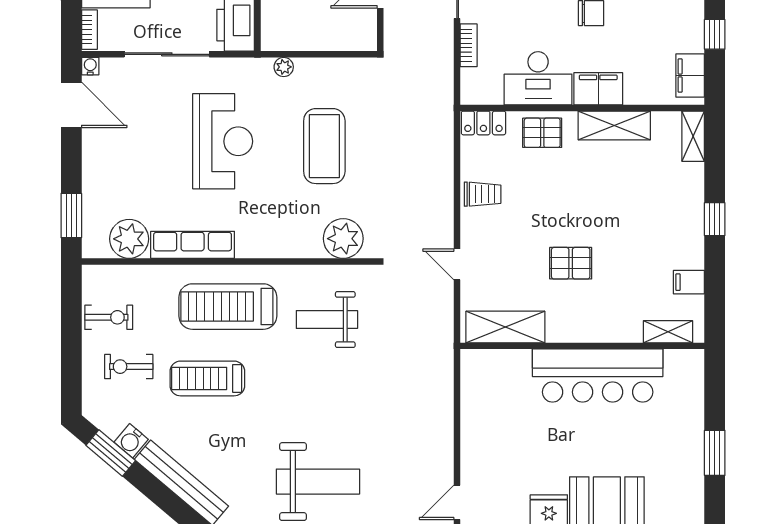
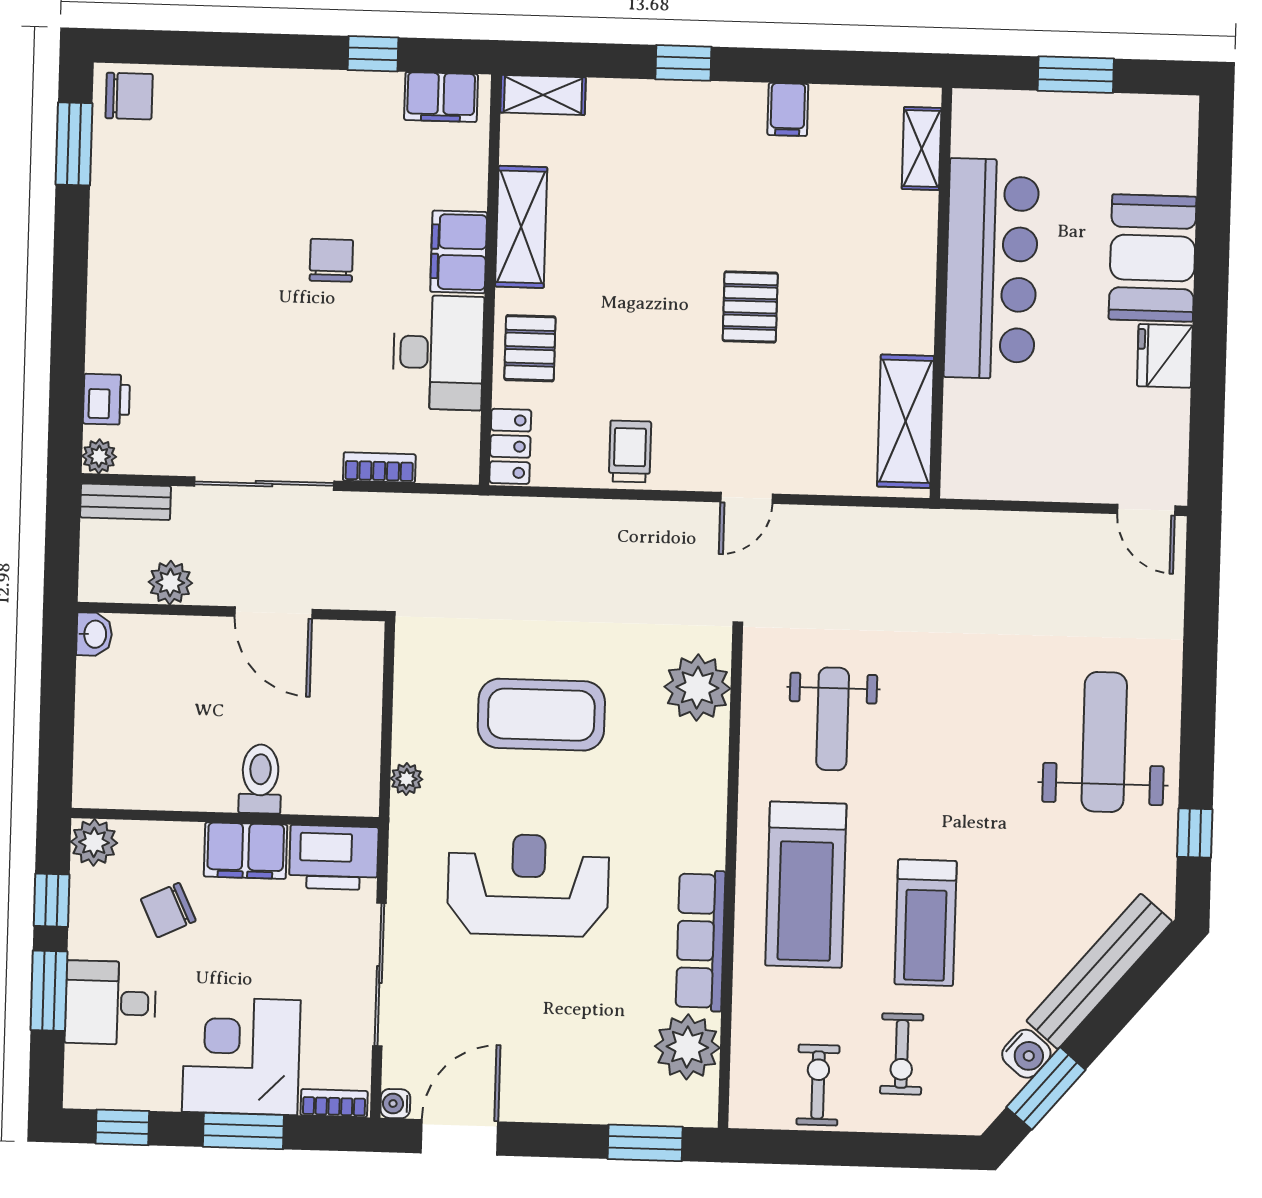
shelving: (505, 327) -> (906, 421), moved
shelving: (668, 332) -> (922, 149), moved
wall: (582, 346) -> (941, 293), moved
bar counter: (598, 376) -> (992, 269), moved

